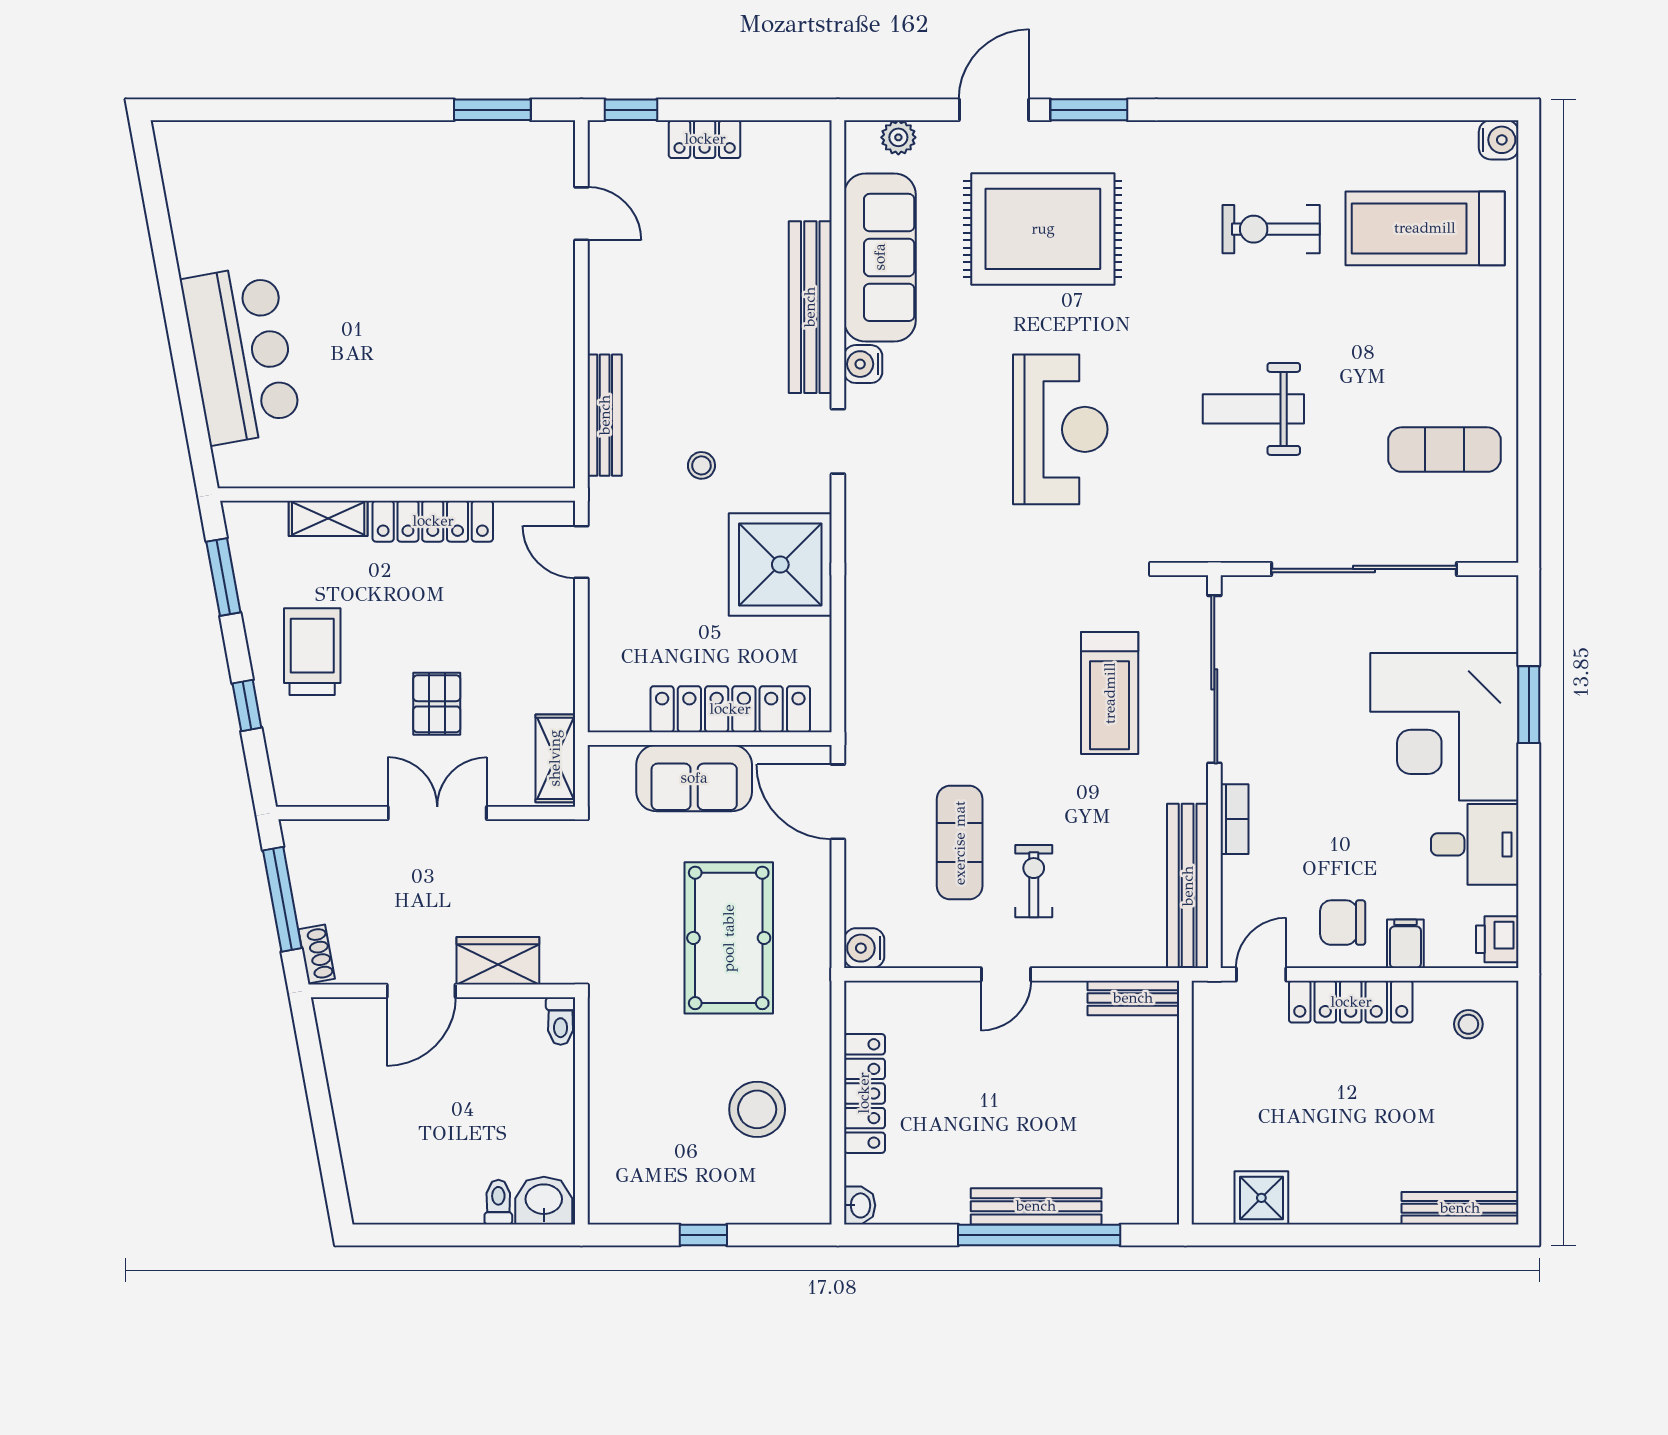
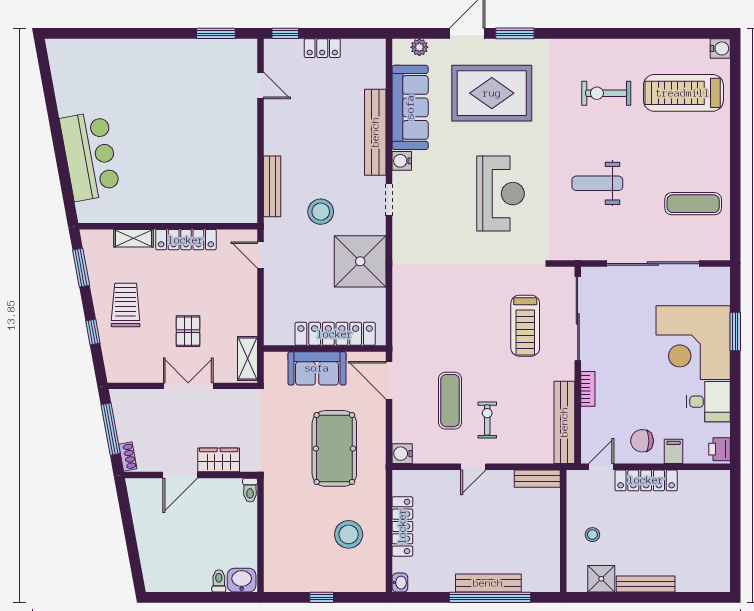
stool: (701, 465) -> (321, 212), width x1.89, depth x1.89
stool: (1468, 1024) -> (592, 535), moved
bench: (1460, 1208) -> (646, 584), moved

